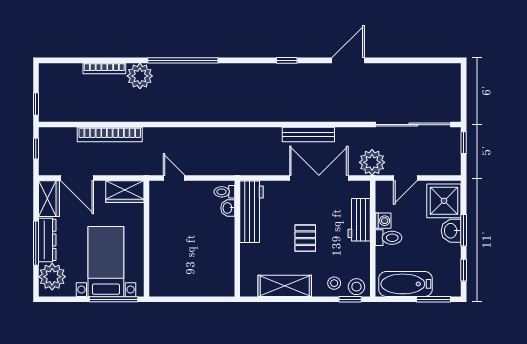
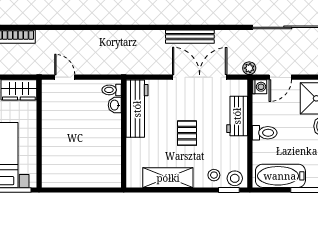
plant: (372, 162) -> (249, 68), width x0.53, depth x0.53
washing machine: (383, 221) -> (260, 87), moved

